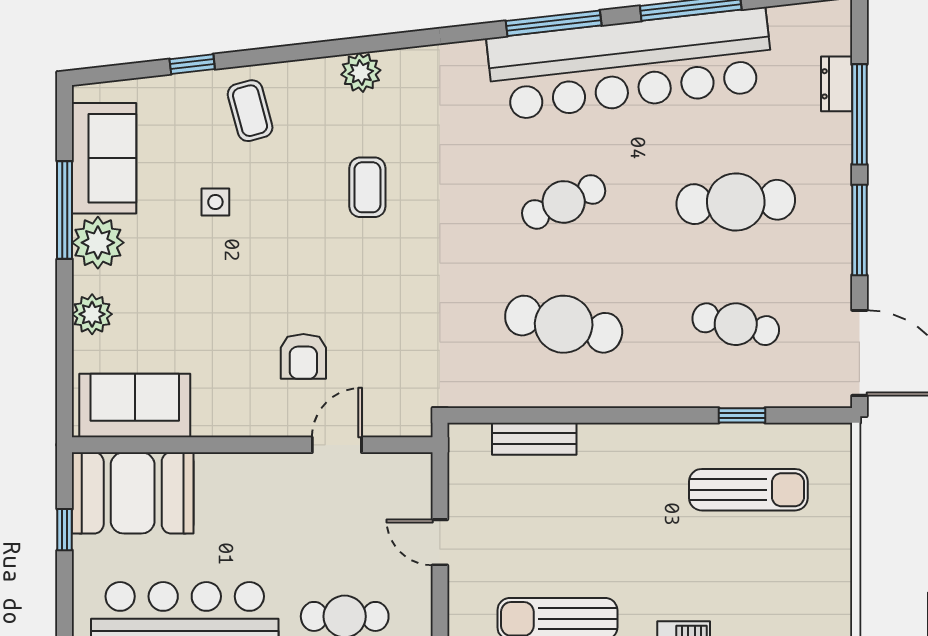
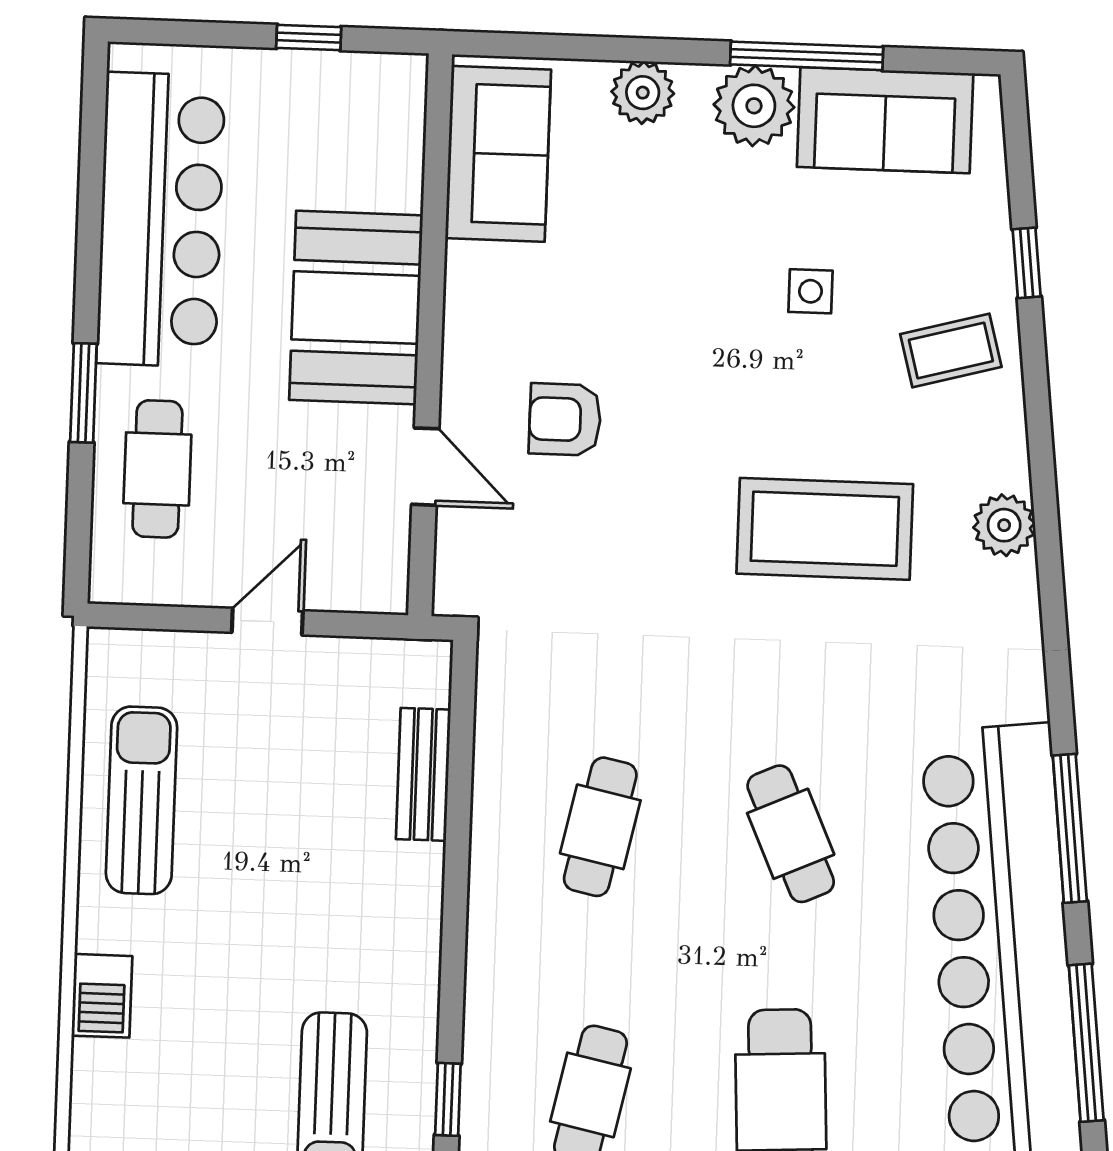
coffee table: (367, 187) -> (825, 529), width x1.86, depth x1.72
cafe table: (564, 324) -> (600, 827), width x0.73, depth x0.74
booth: (133, 493) -> (356, 308), moved

